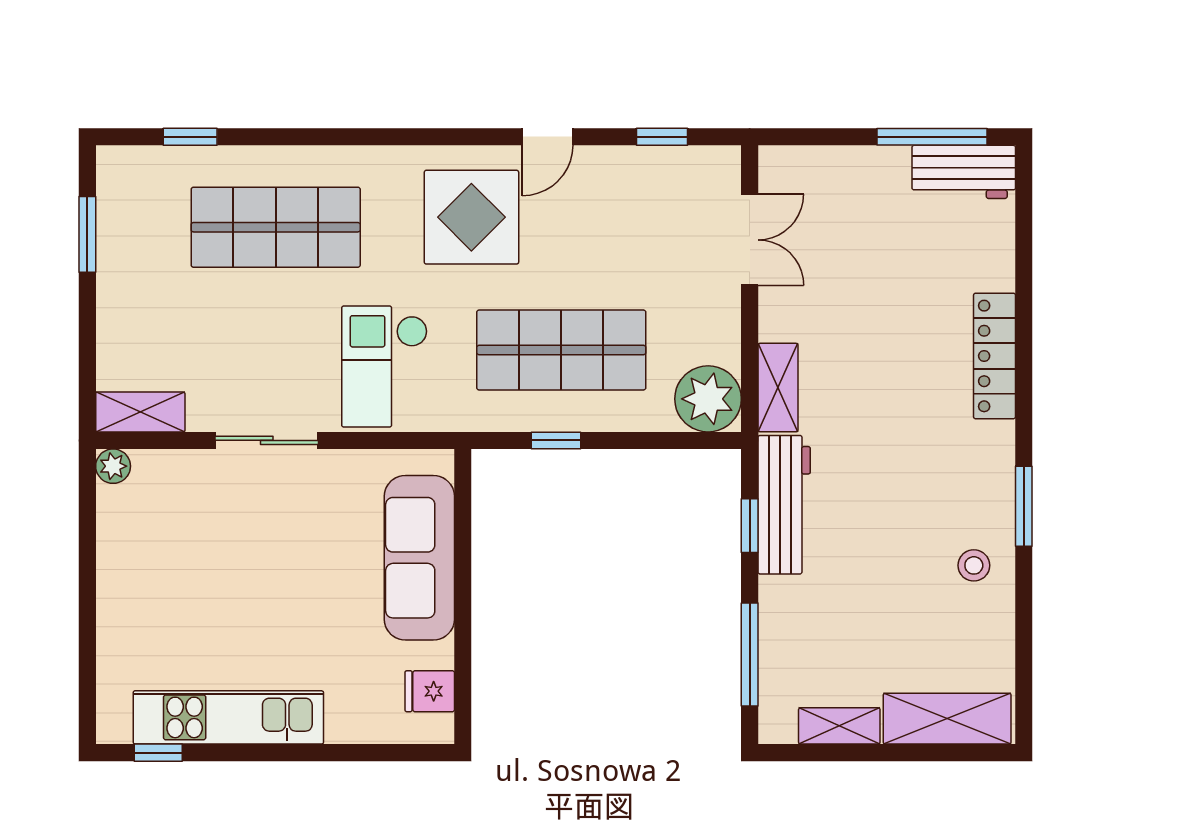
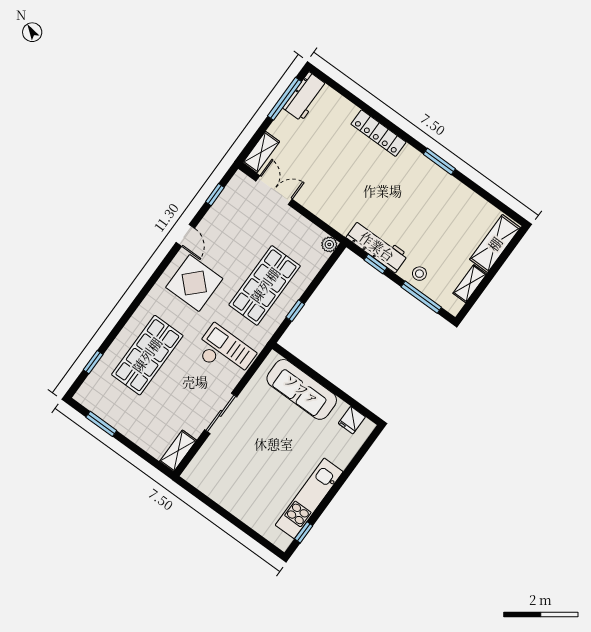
checkout: (385, 367) -> (225, 352), turned 180
shelving: (778, 388) -> (261, 152), moved, turned 90
plant: (708, 399) -> (329, 244), width x0.53, depth x0.53
plant: (113, 466) -> (190, 475), removed
stool: (974, 565) -> (419, 274), moved

